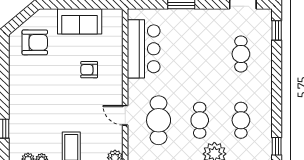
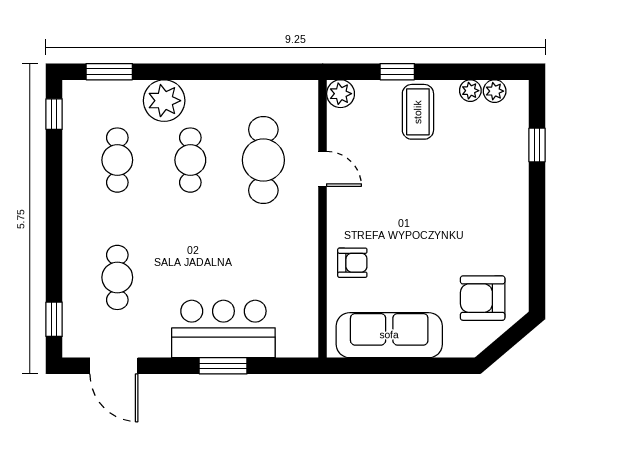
sofa: (80, 21) -> (389, 335), width x1.36
bar counter: (144, 49) -> (223, 329), moved, turned 90
armchair: (89, 70) -> (352, 263), moved

